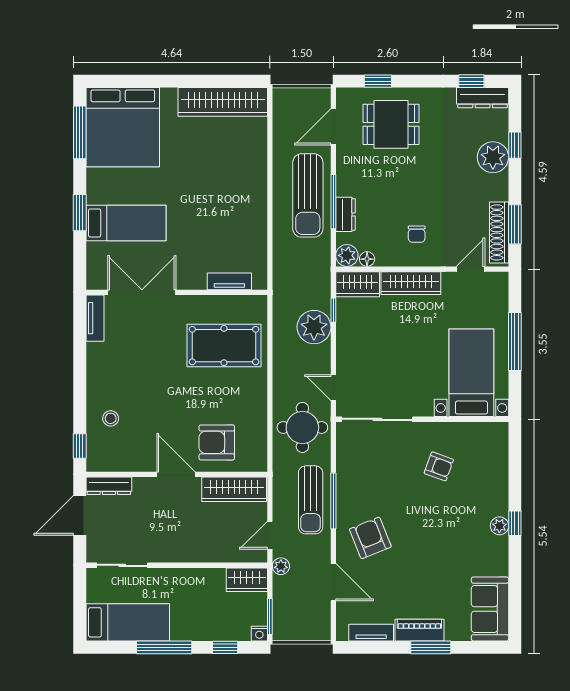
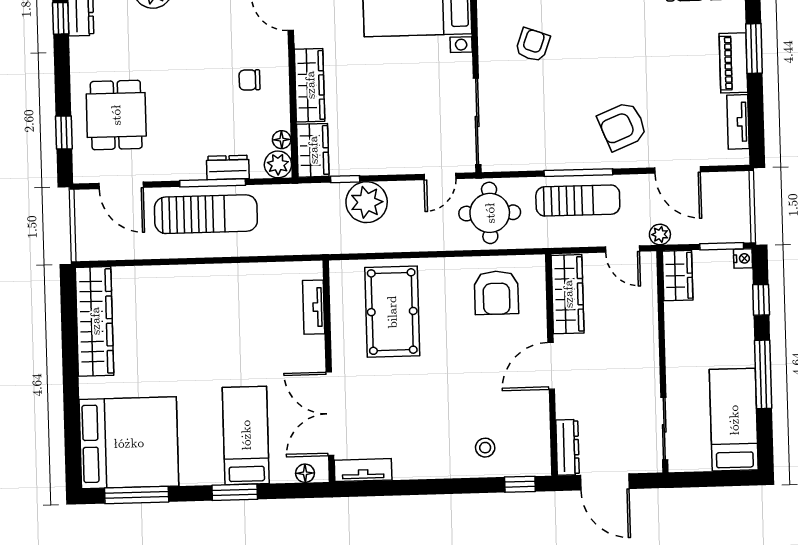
chair: (417, 234) -> (249, 80), turned 180
floor lamp: (94, 271) -> (305, 473), added
armchair: (217, 442) -> (496, 293), moved
door: (333, 582) -> (678, 170), swing flipped

